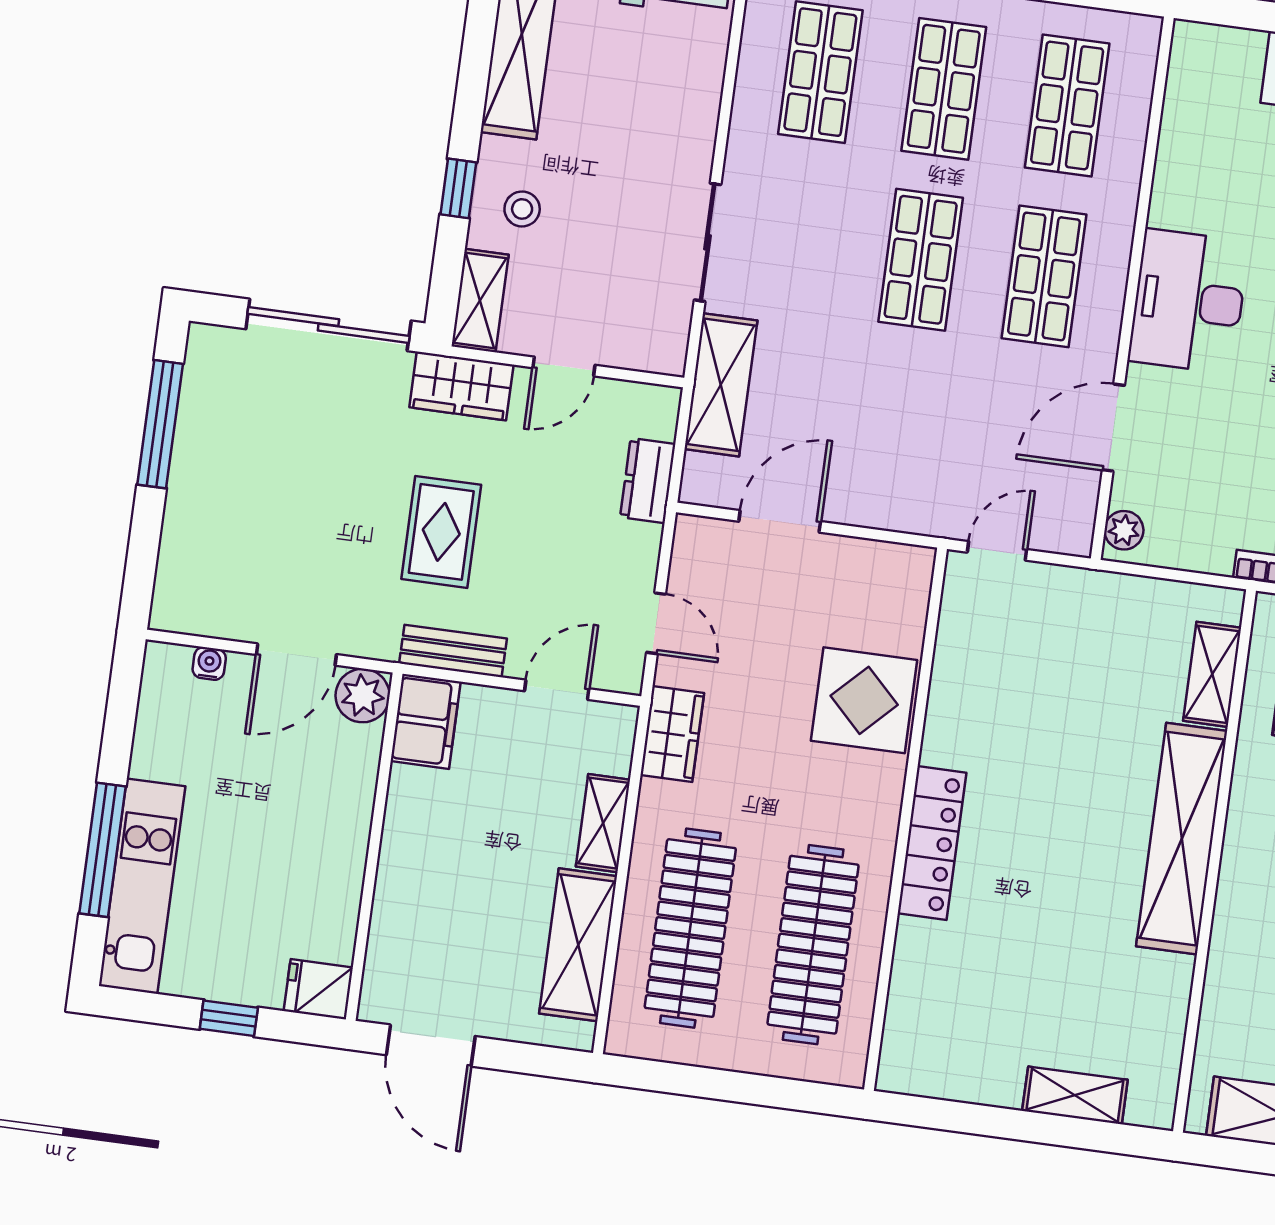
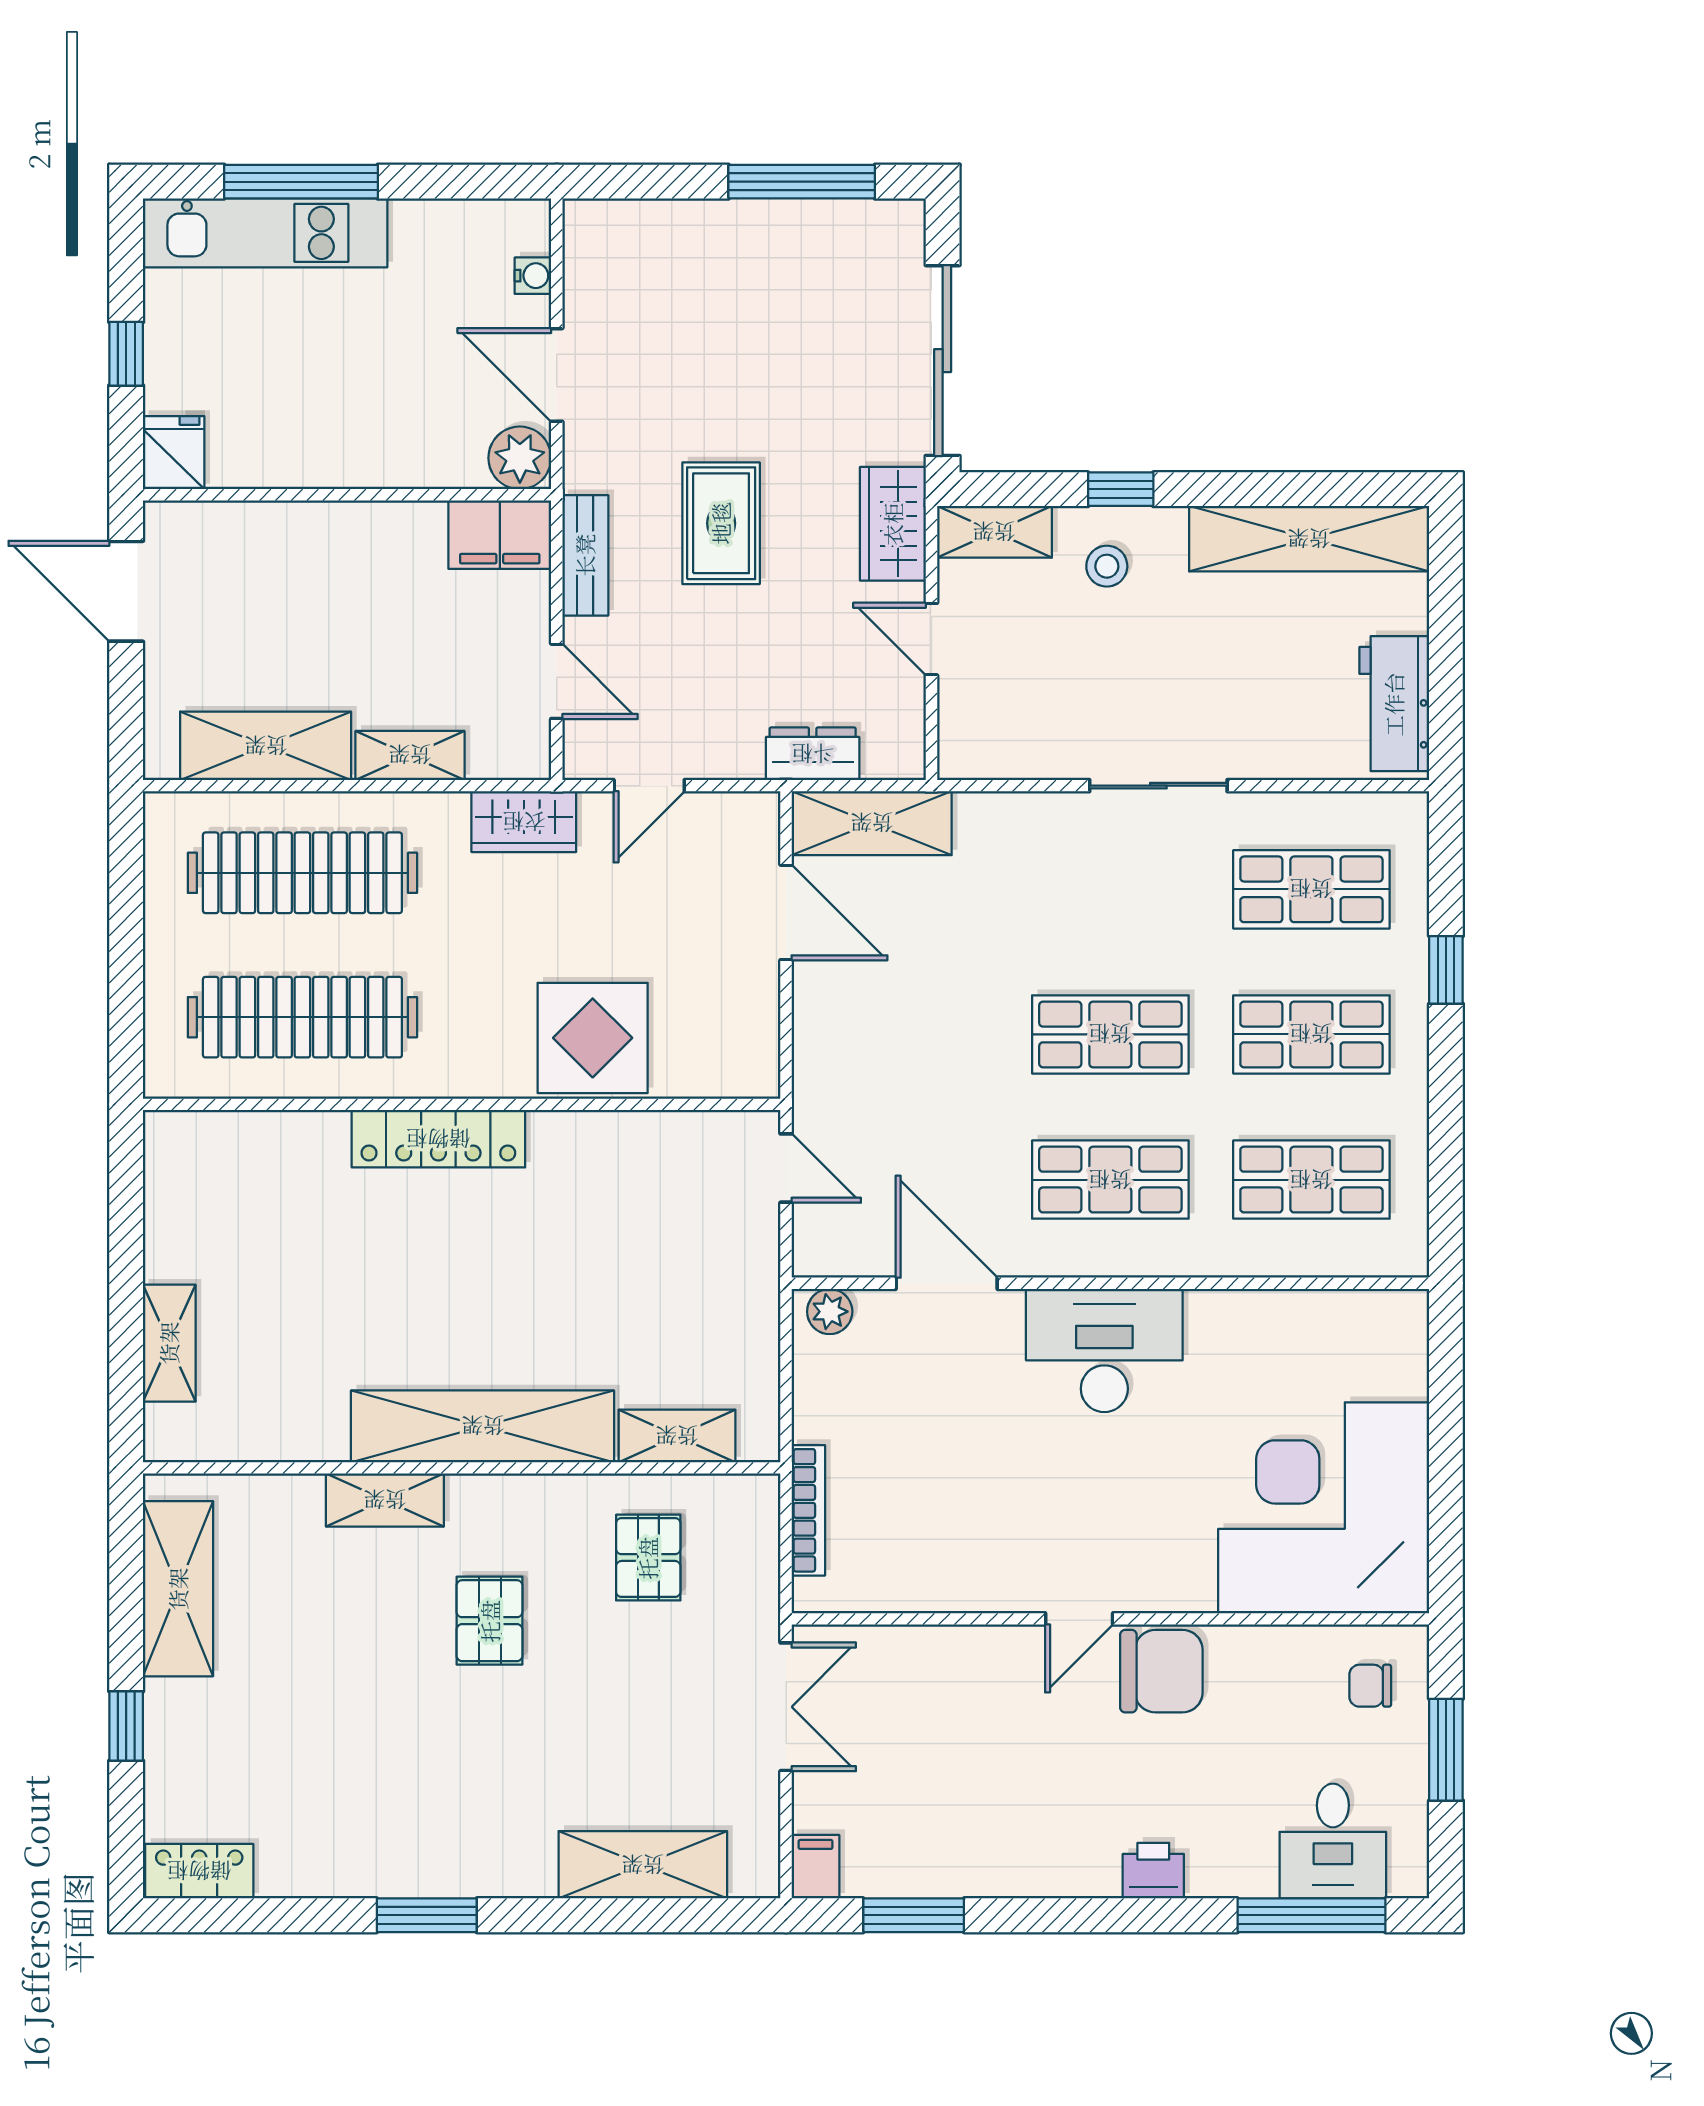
sliding door: (708, 242) -> (1158, 786), moved
shelving: (721, 385) -> (872, 823), moved
rug: (441, 532) -> (721, 523), turned 90
shelving: (1233, 930) -> (385, 1500), added
door: (431, 1046) -> (126, 591), hinge flipped

